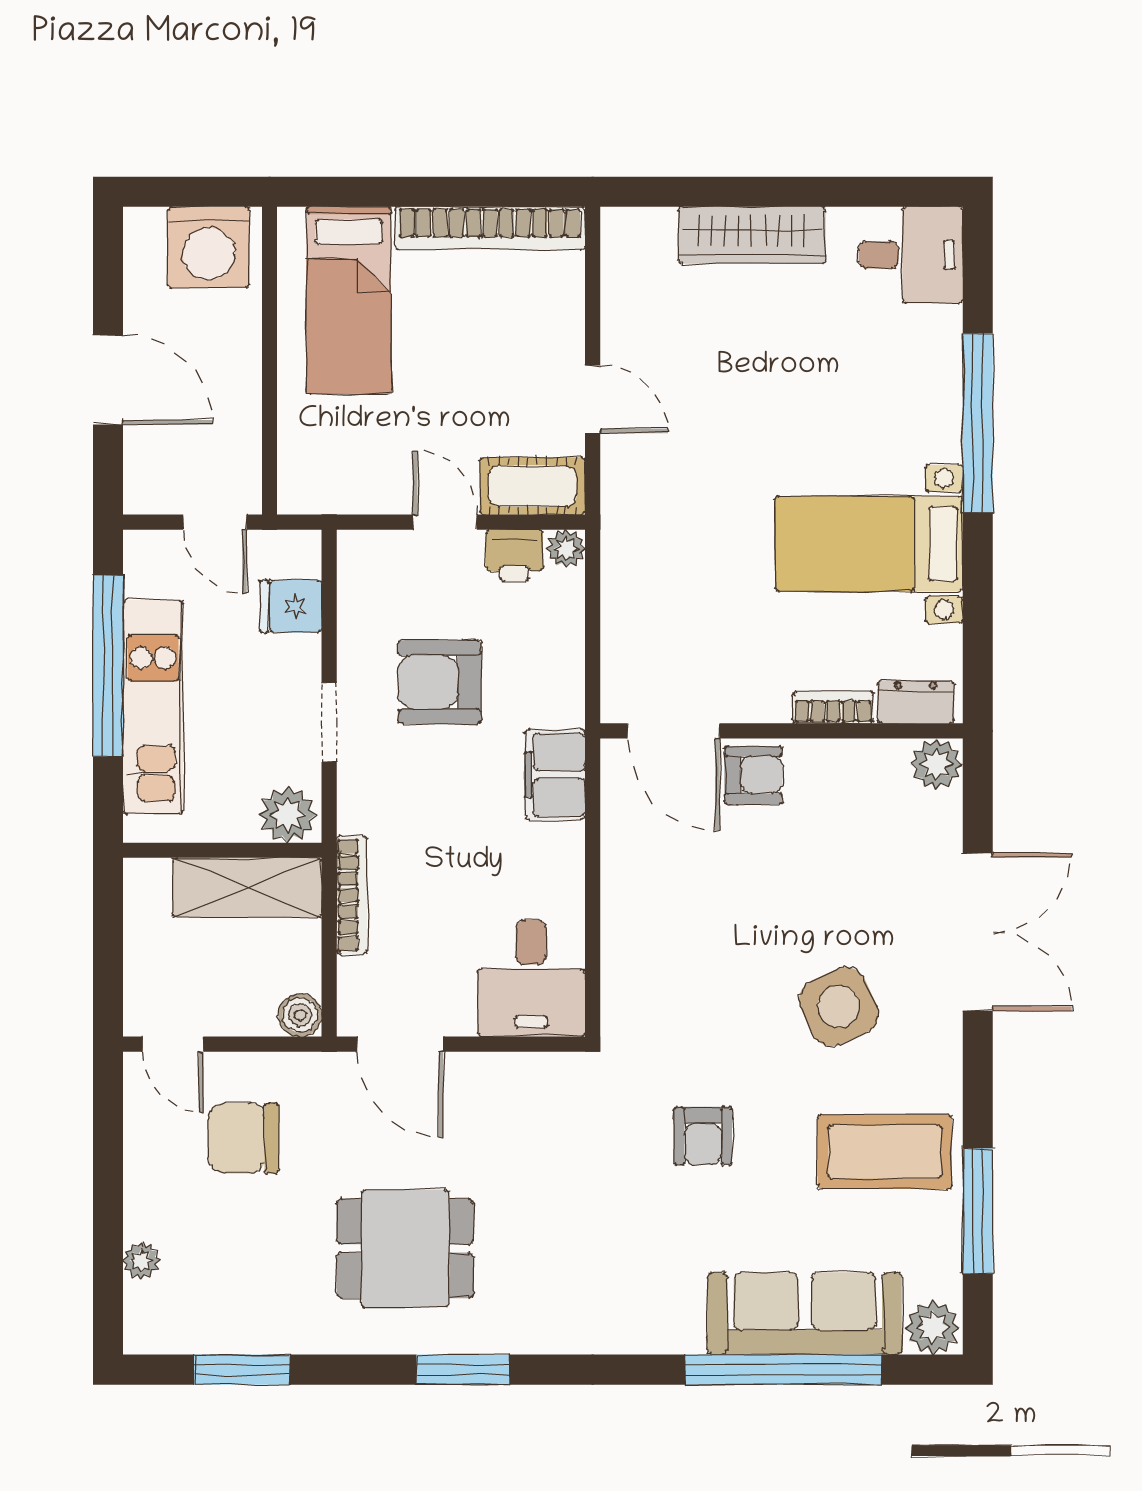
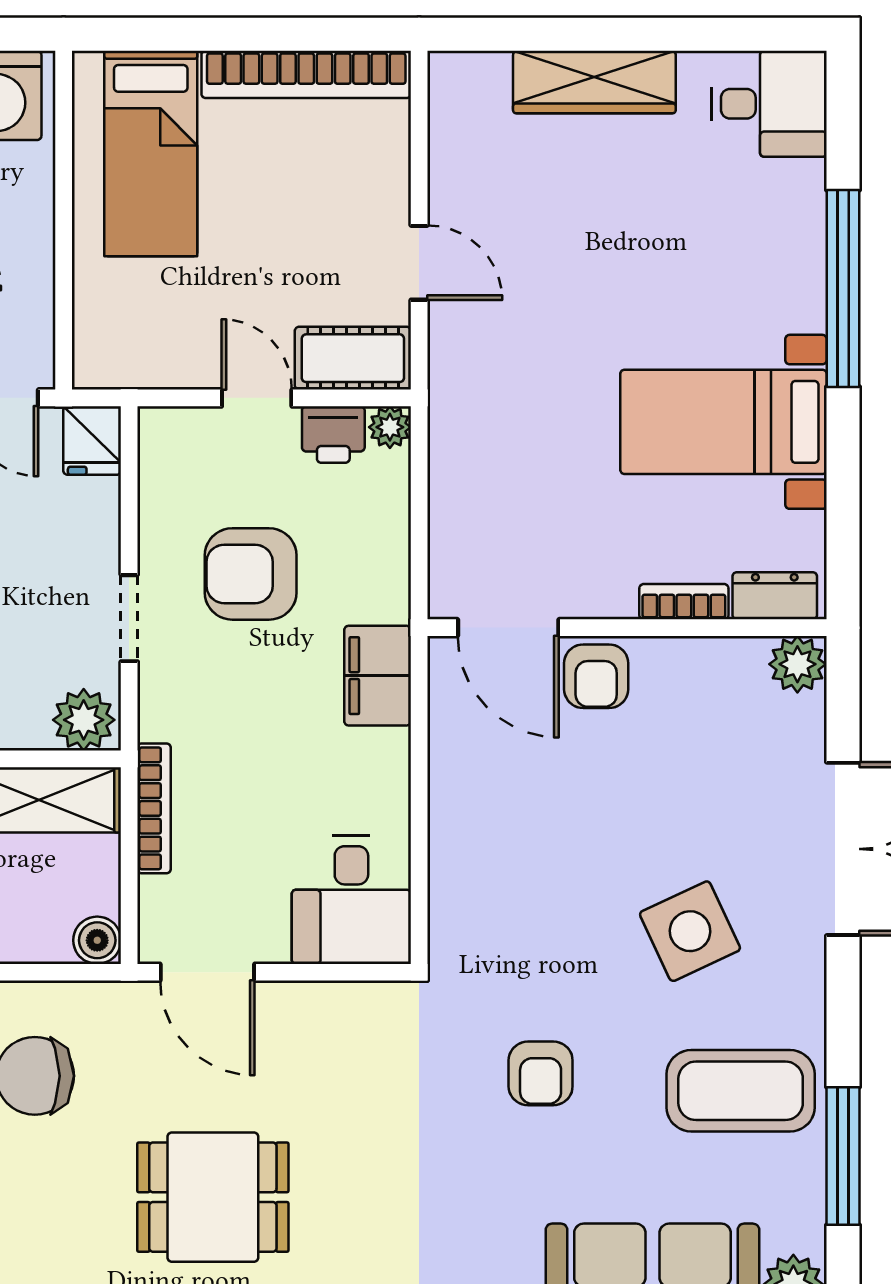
fridge: (290, 606) -> (92, 440), moved, turned -90
armchair: (753, 775) -> (596, 676), turned 90

